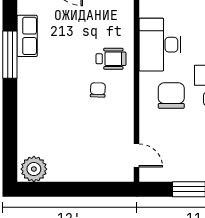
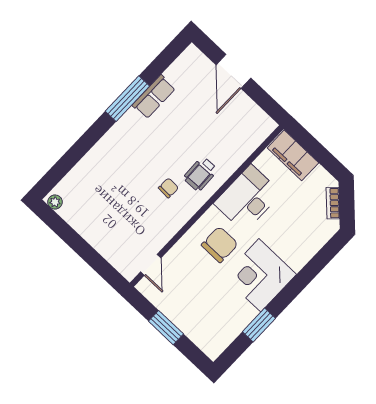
wheelchair: (111, 59) -> (201, 174), turned 88
plant: (34, 169) -> (55, 202), width x0.53, depth x0.53

